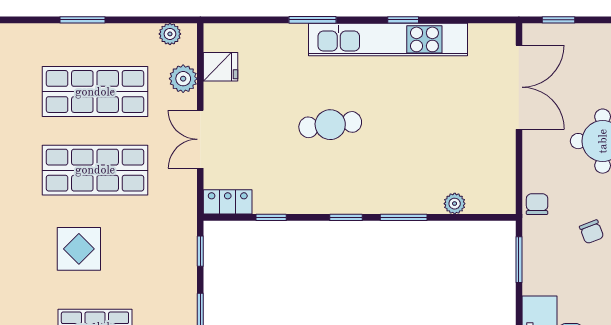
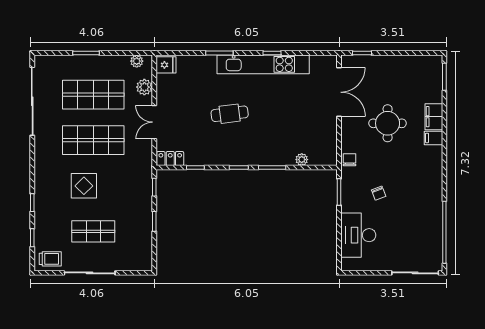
fridge: (221, 67) -> (166, 65), moved
chair: (592, 232) -> (379, 193), moved

